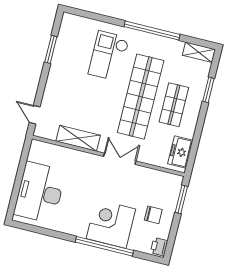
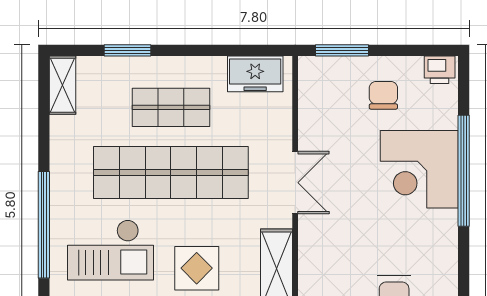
window: (152, 31) -> (44, 225), moved
display table: (88, 98) -> (197, 268), added
double door: (120, 159) -> (295, 183), swing flipped

